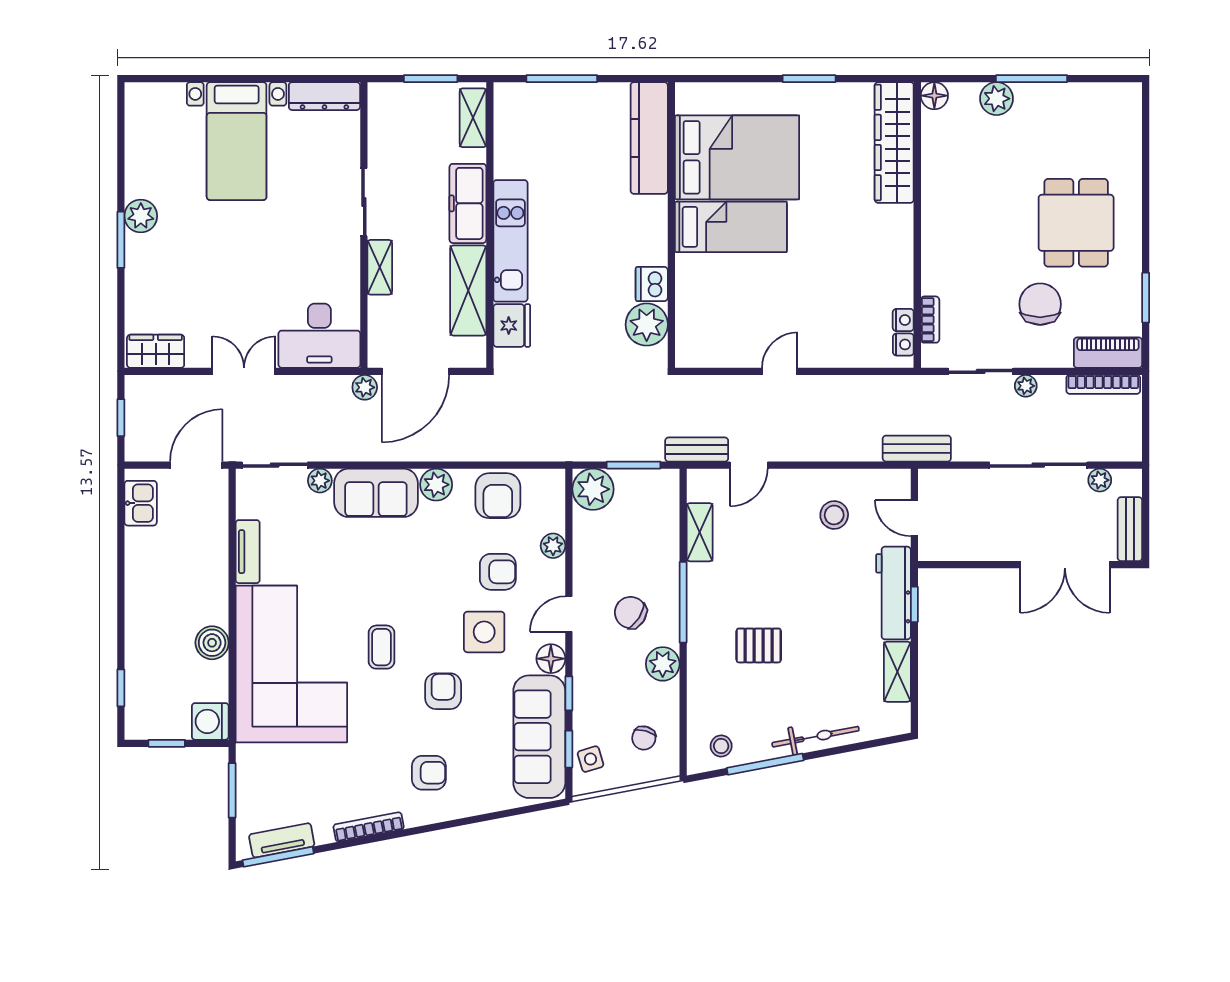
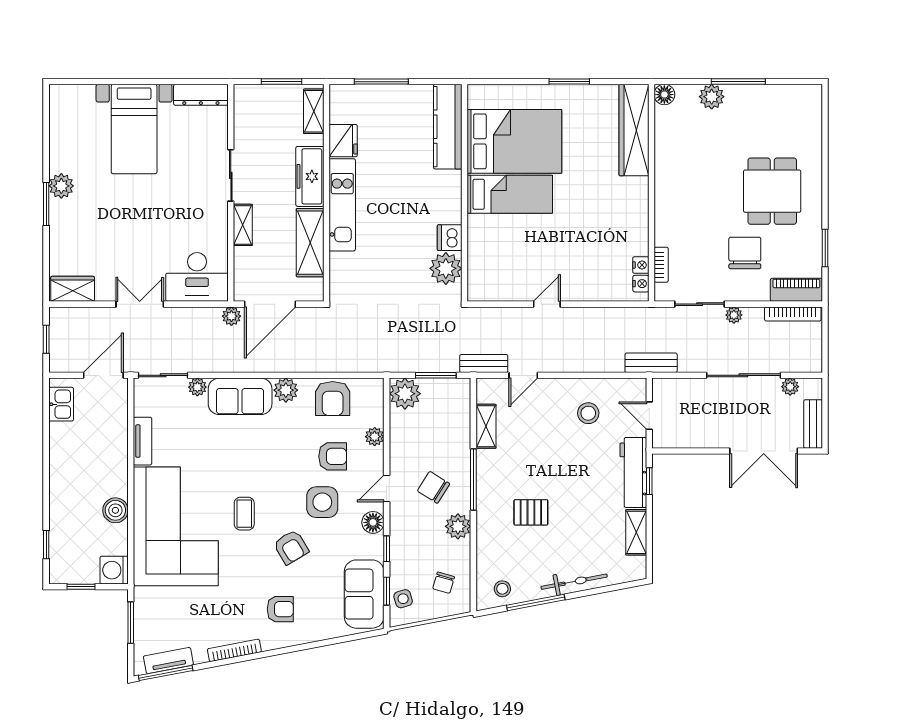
fridge: (512, 325) -> (343, 141), moved
armchair: (443, 691) -> (291, 547), turned 149
sofa: (539, 737) -> (364, 594), width x0.73

